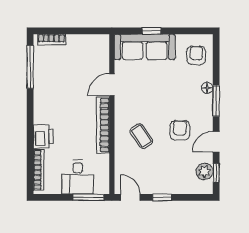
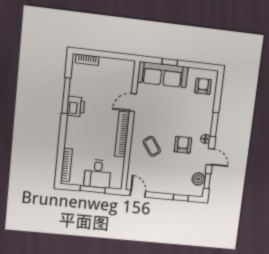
window: (30, 67) -> (66, 96), moved
floor lamp: (207, 88) -> (205, 139), moved
printer: (43, 136) -> (76, 107), moved
door: (216, 142) -> (210, 157), swing flipped
window: (88, 197) -> (93, 189), moved
window: (162, 197) -> (181, 198), moved

